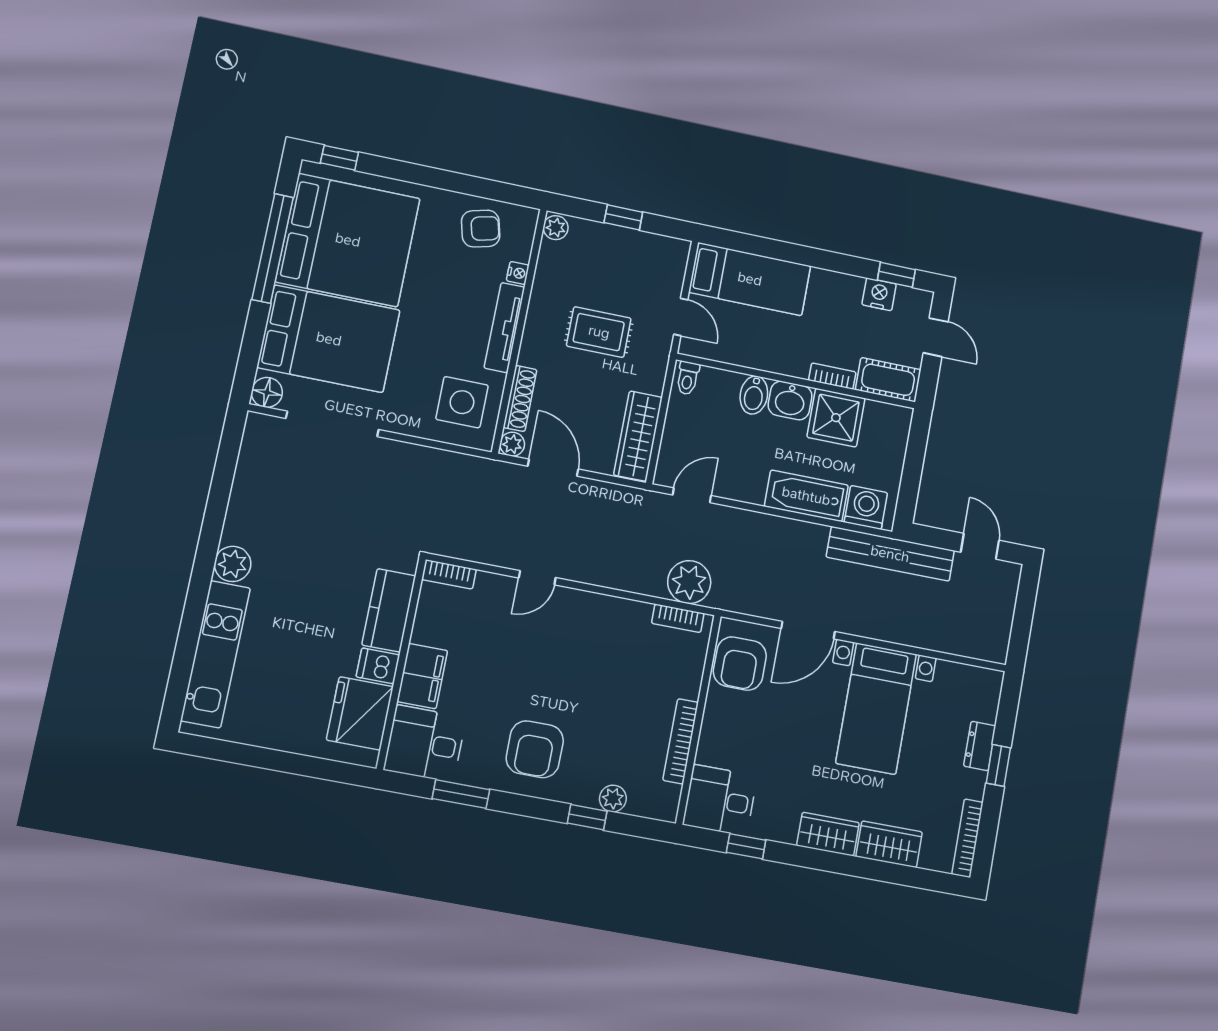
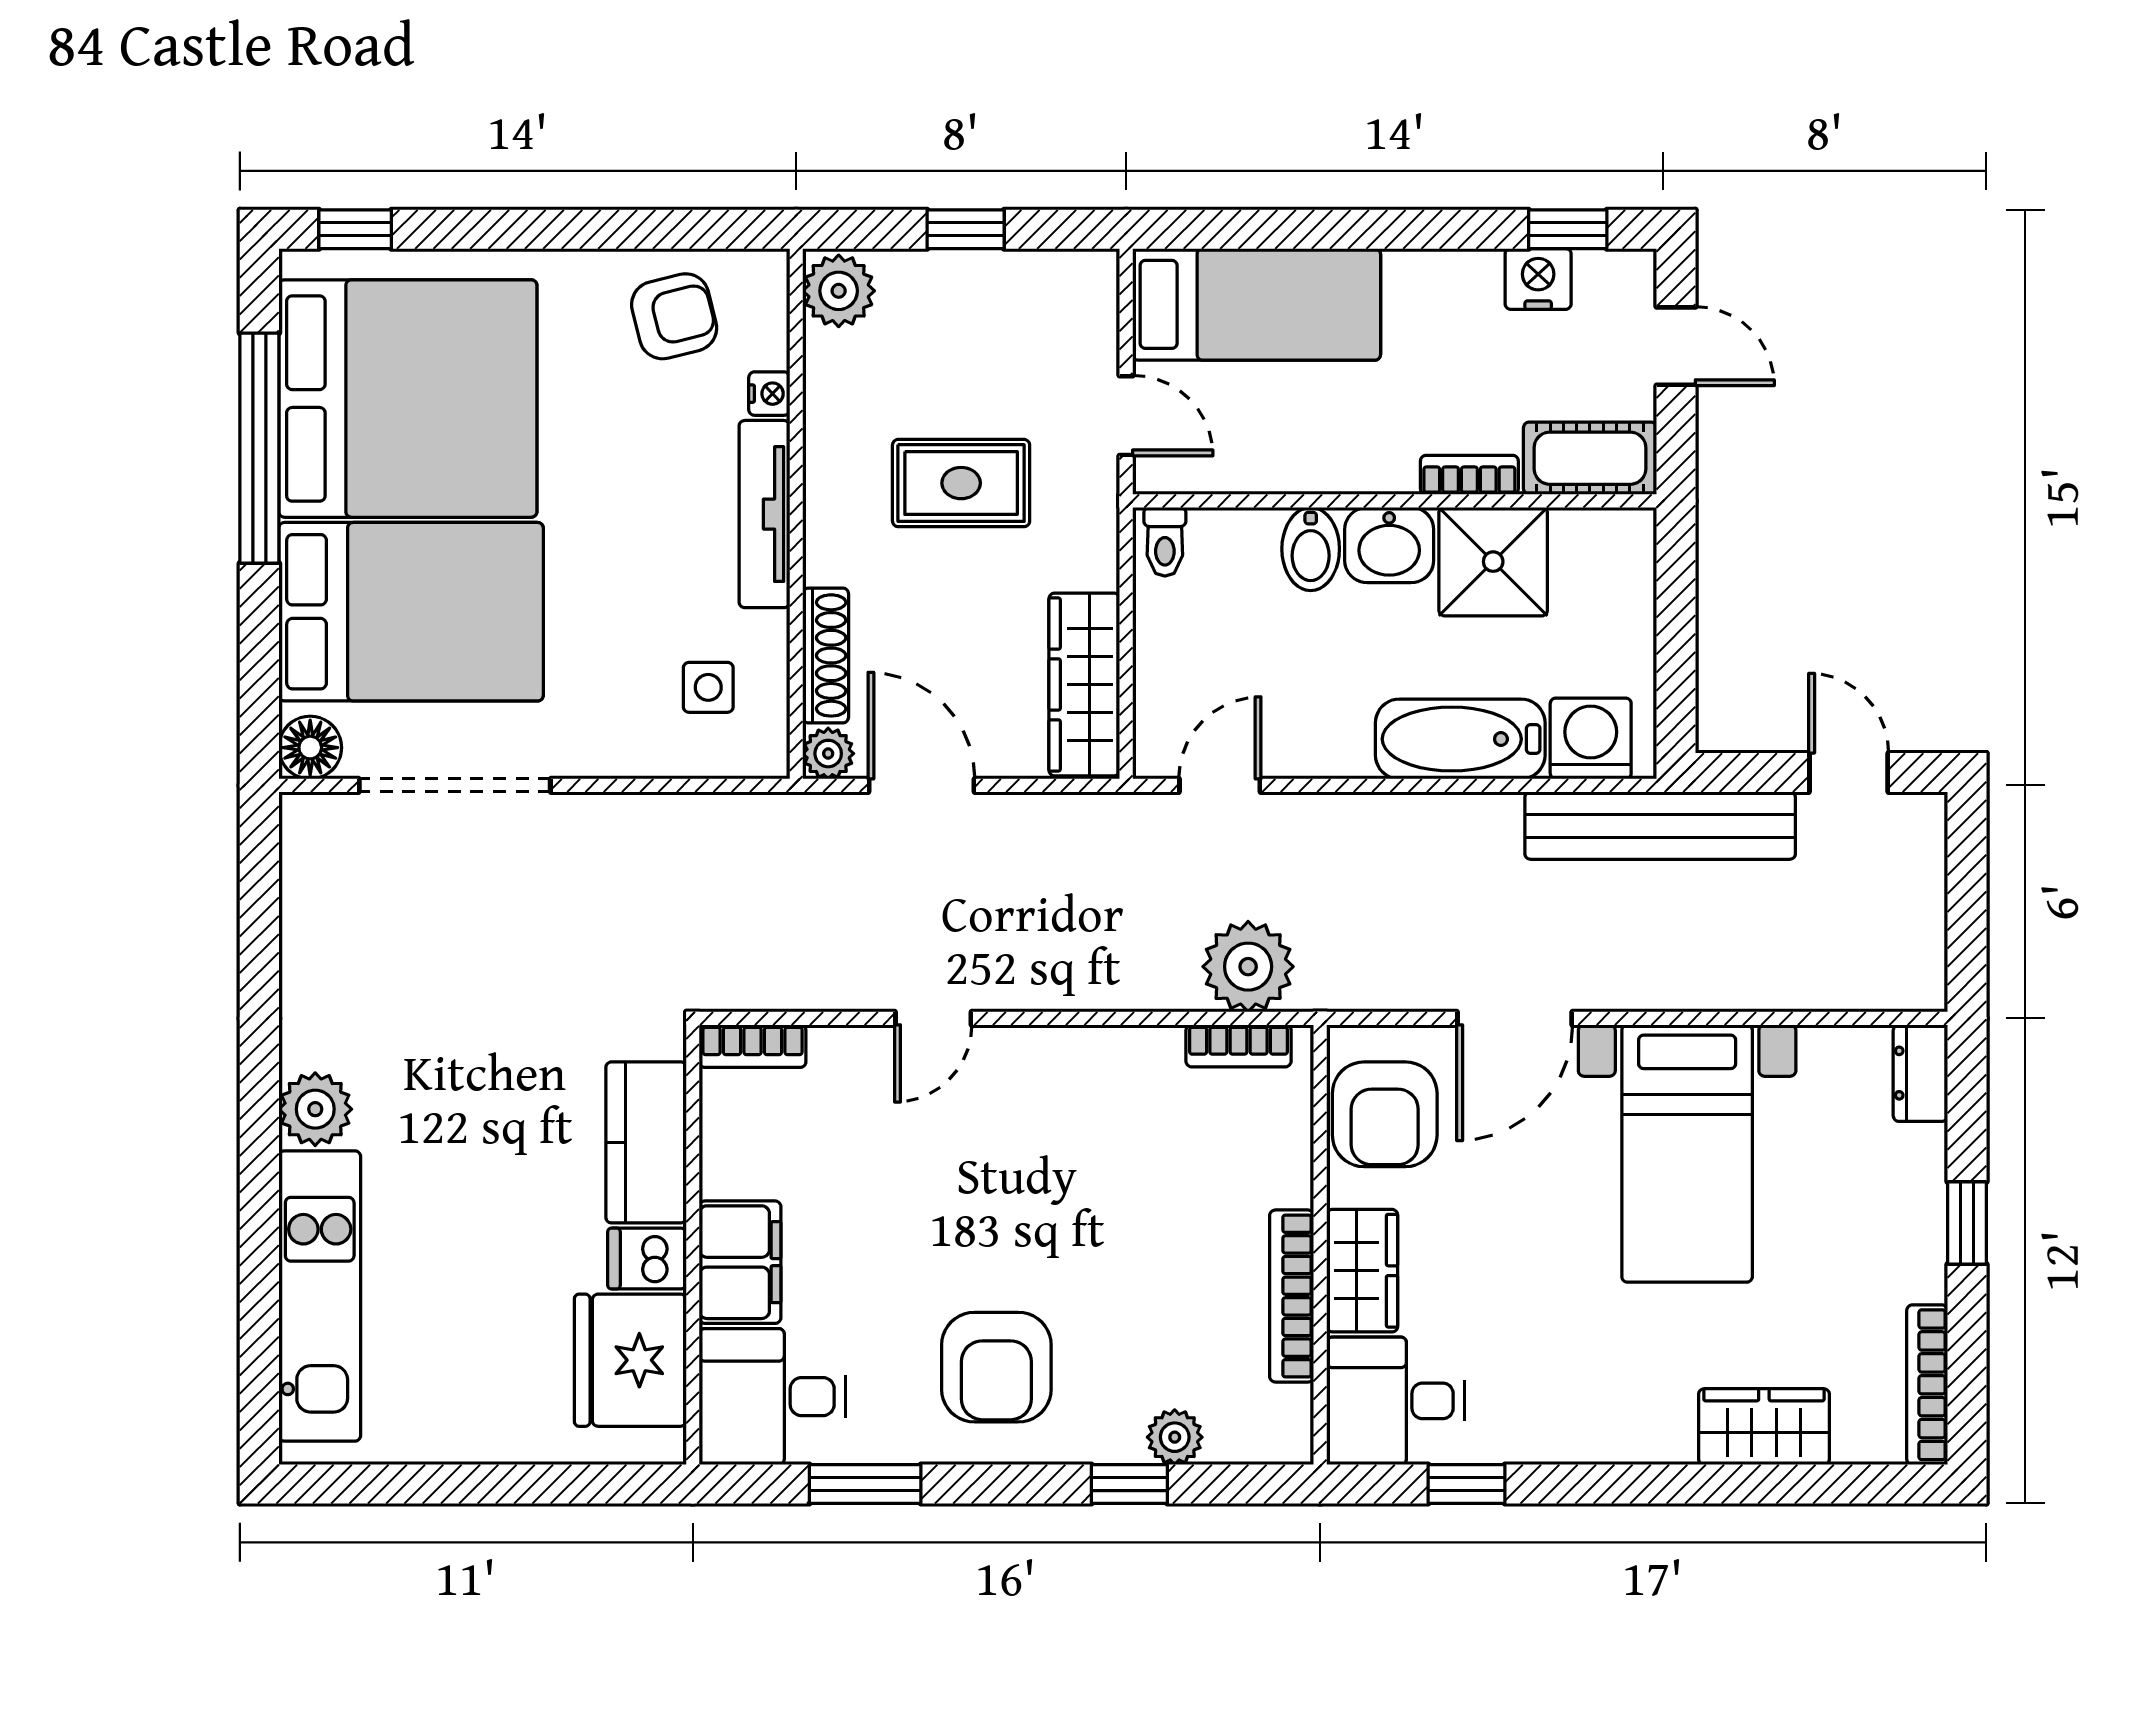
plant: (556, 228) -> (839, 291), width x1.38, depth x1.38
side table: (462, 402) -> (708, 687), width x0.54, depth x0.54
dresser: (980, 746) -> (1920, 1073), moved
wardrobe: (828, 834) -> (1362, 1271), moved, turned 90

